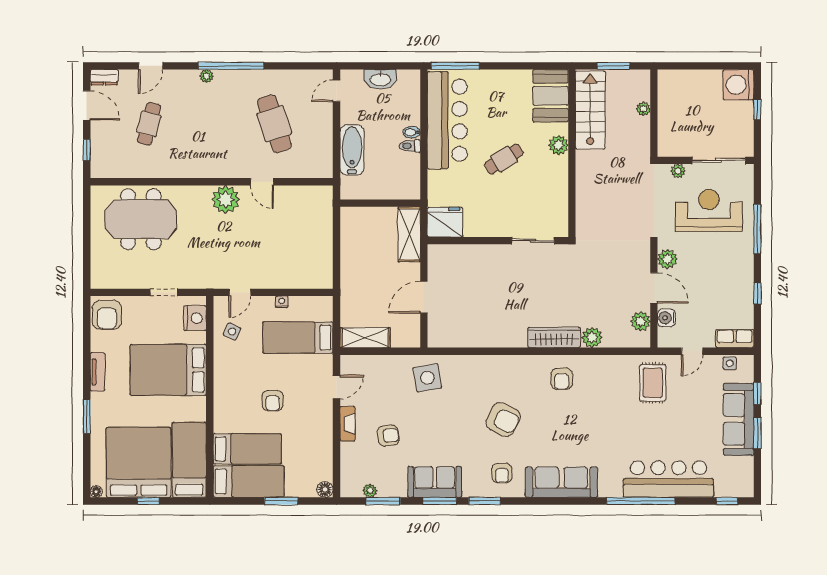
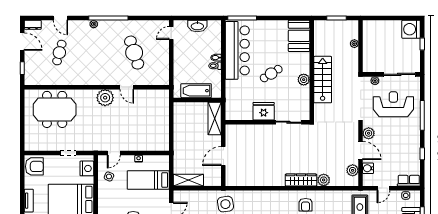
door: (151, 66) -> (60, 18), hinge flipped
stairs: (590, 110) -> (323, 80), moved
plant: (559, 145) -> (304, 80), moved
bathtub: (352, 150) -> (196, 91), moved, turned -90
fridge: (445, 222) -> (264, 111), moved
armchair: (107, 315) -> (34, 166), turned -90

